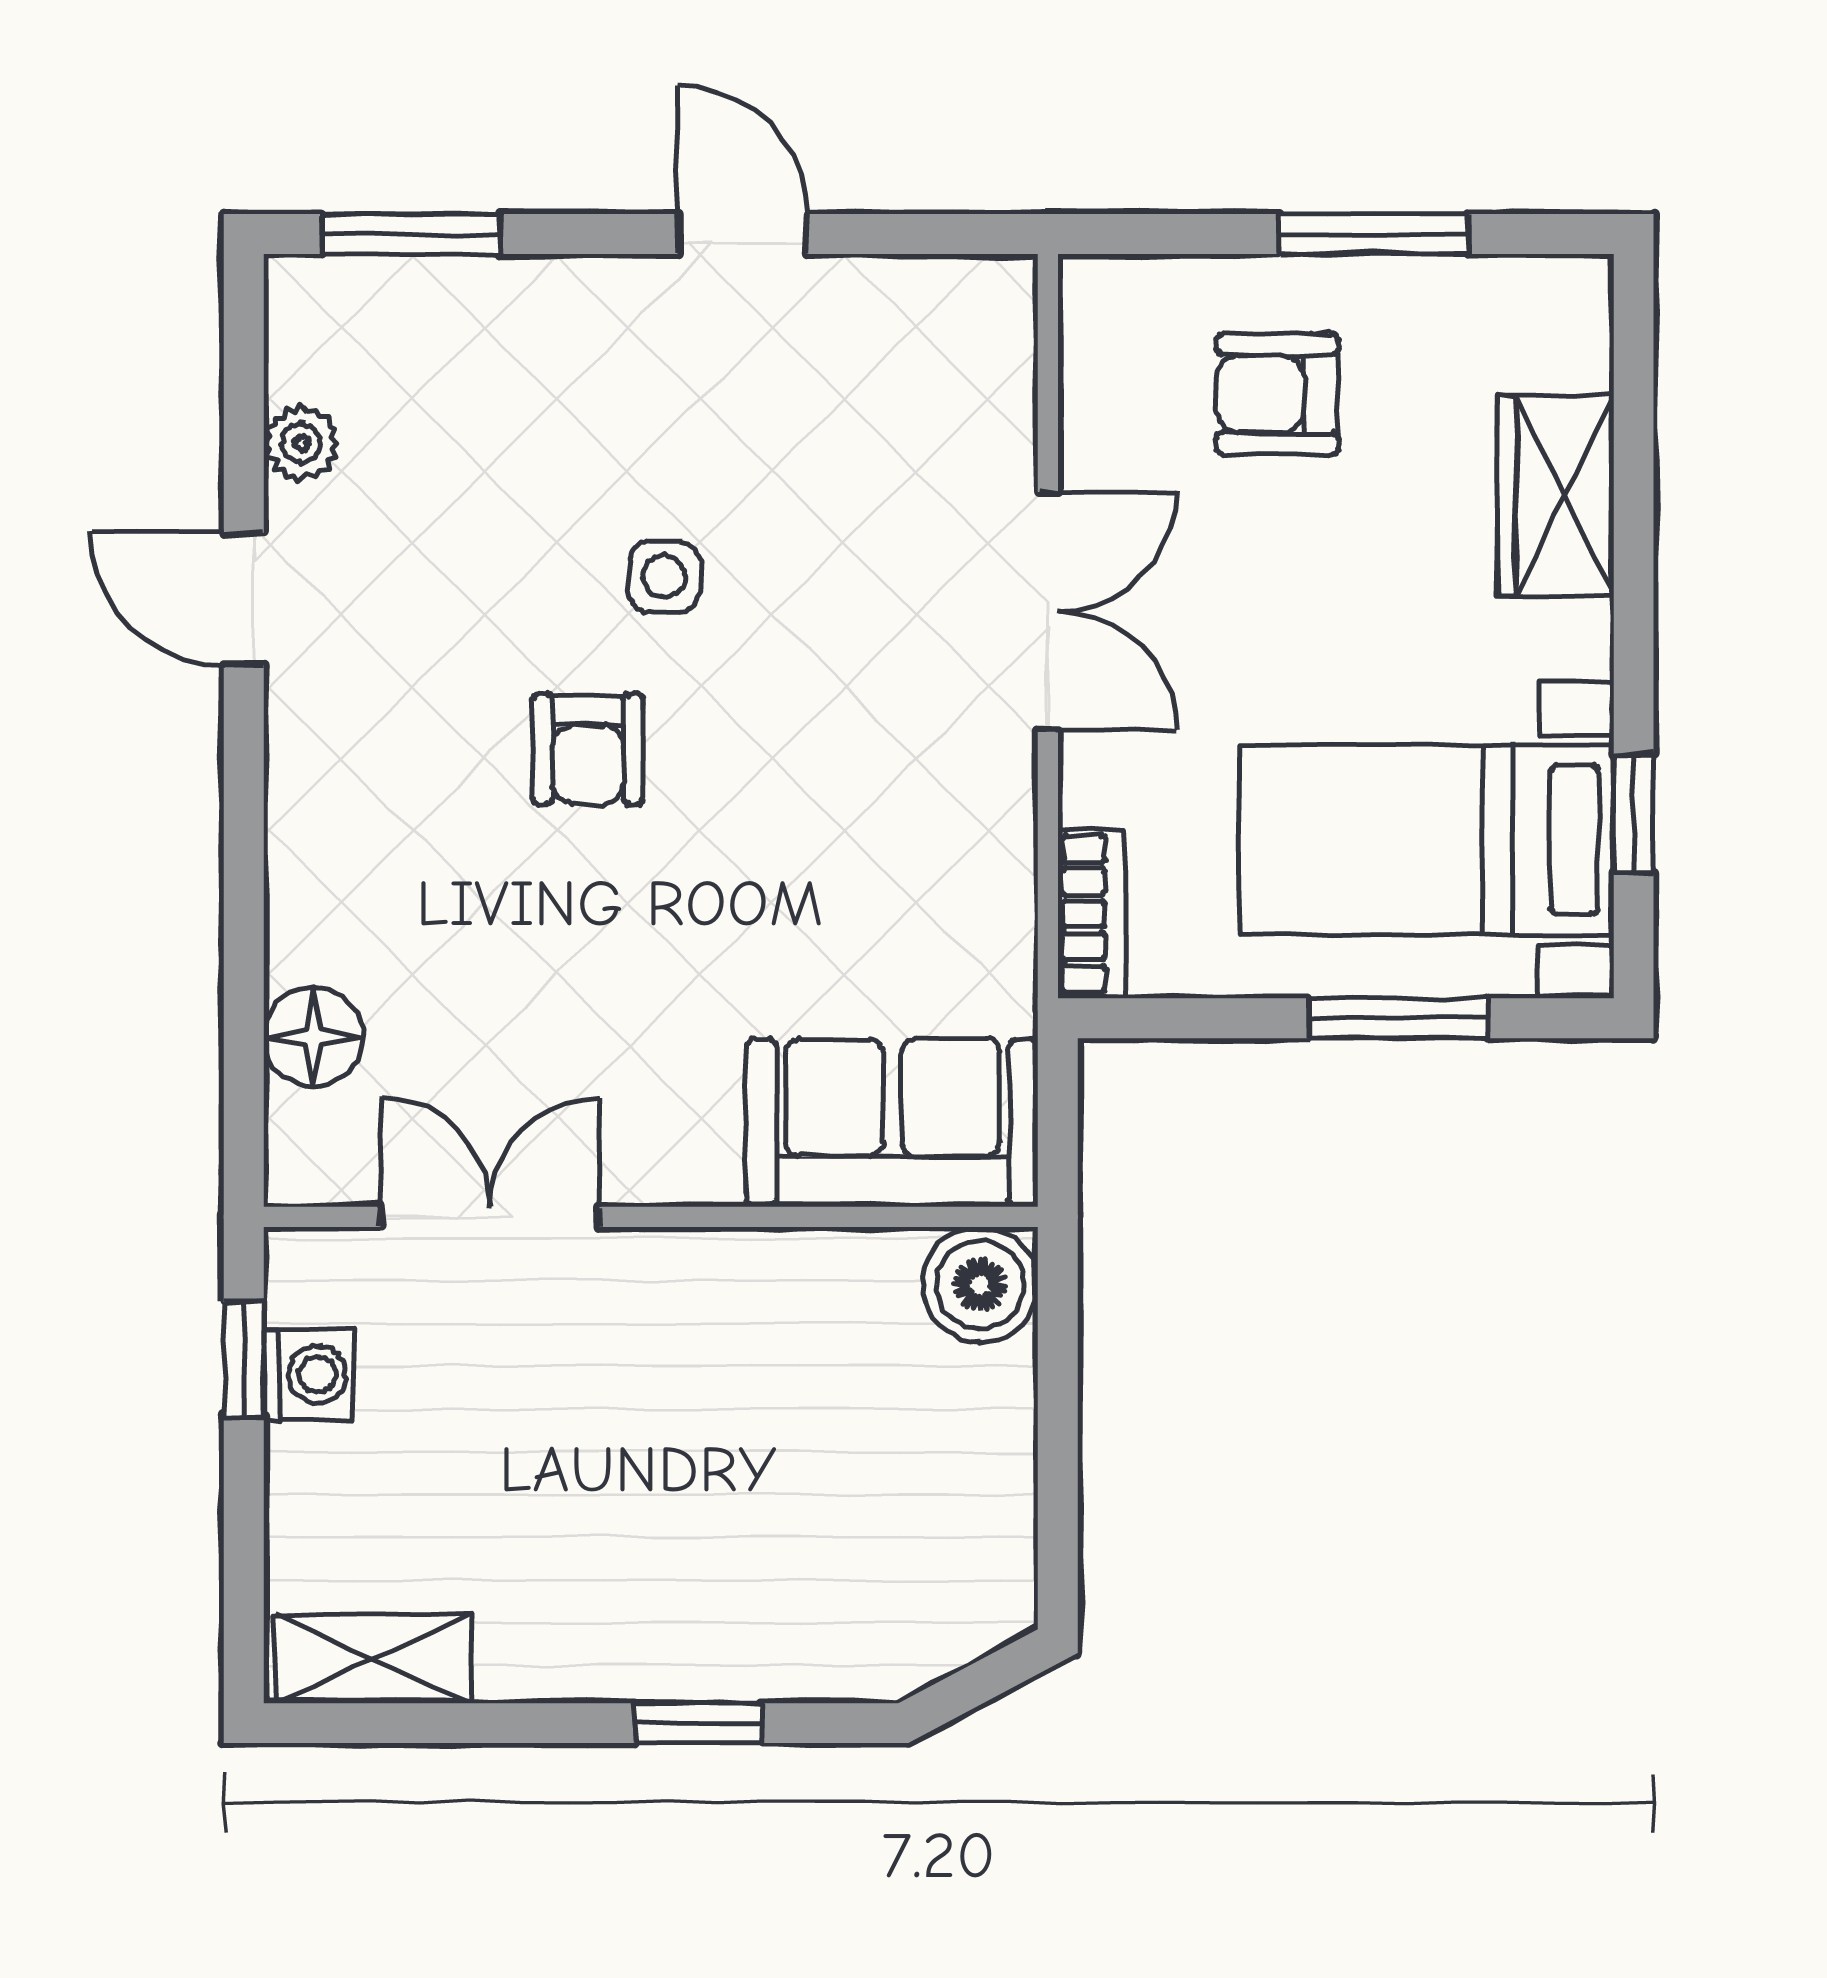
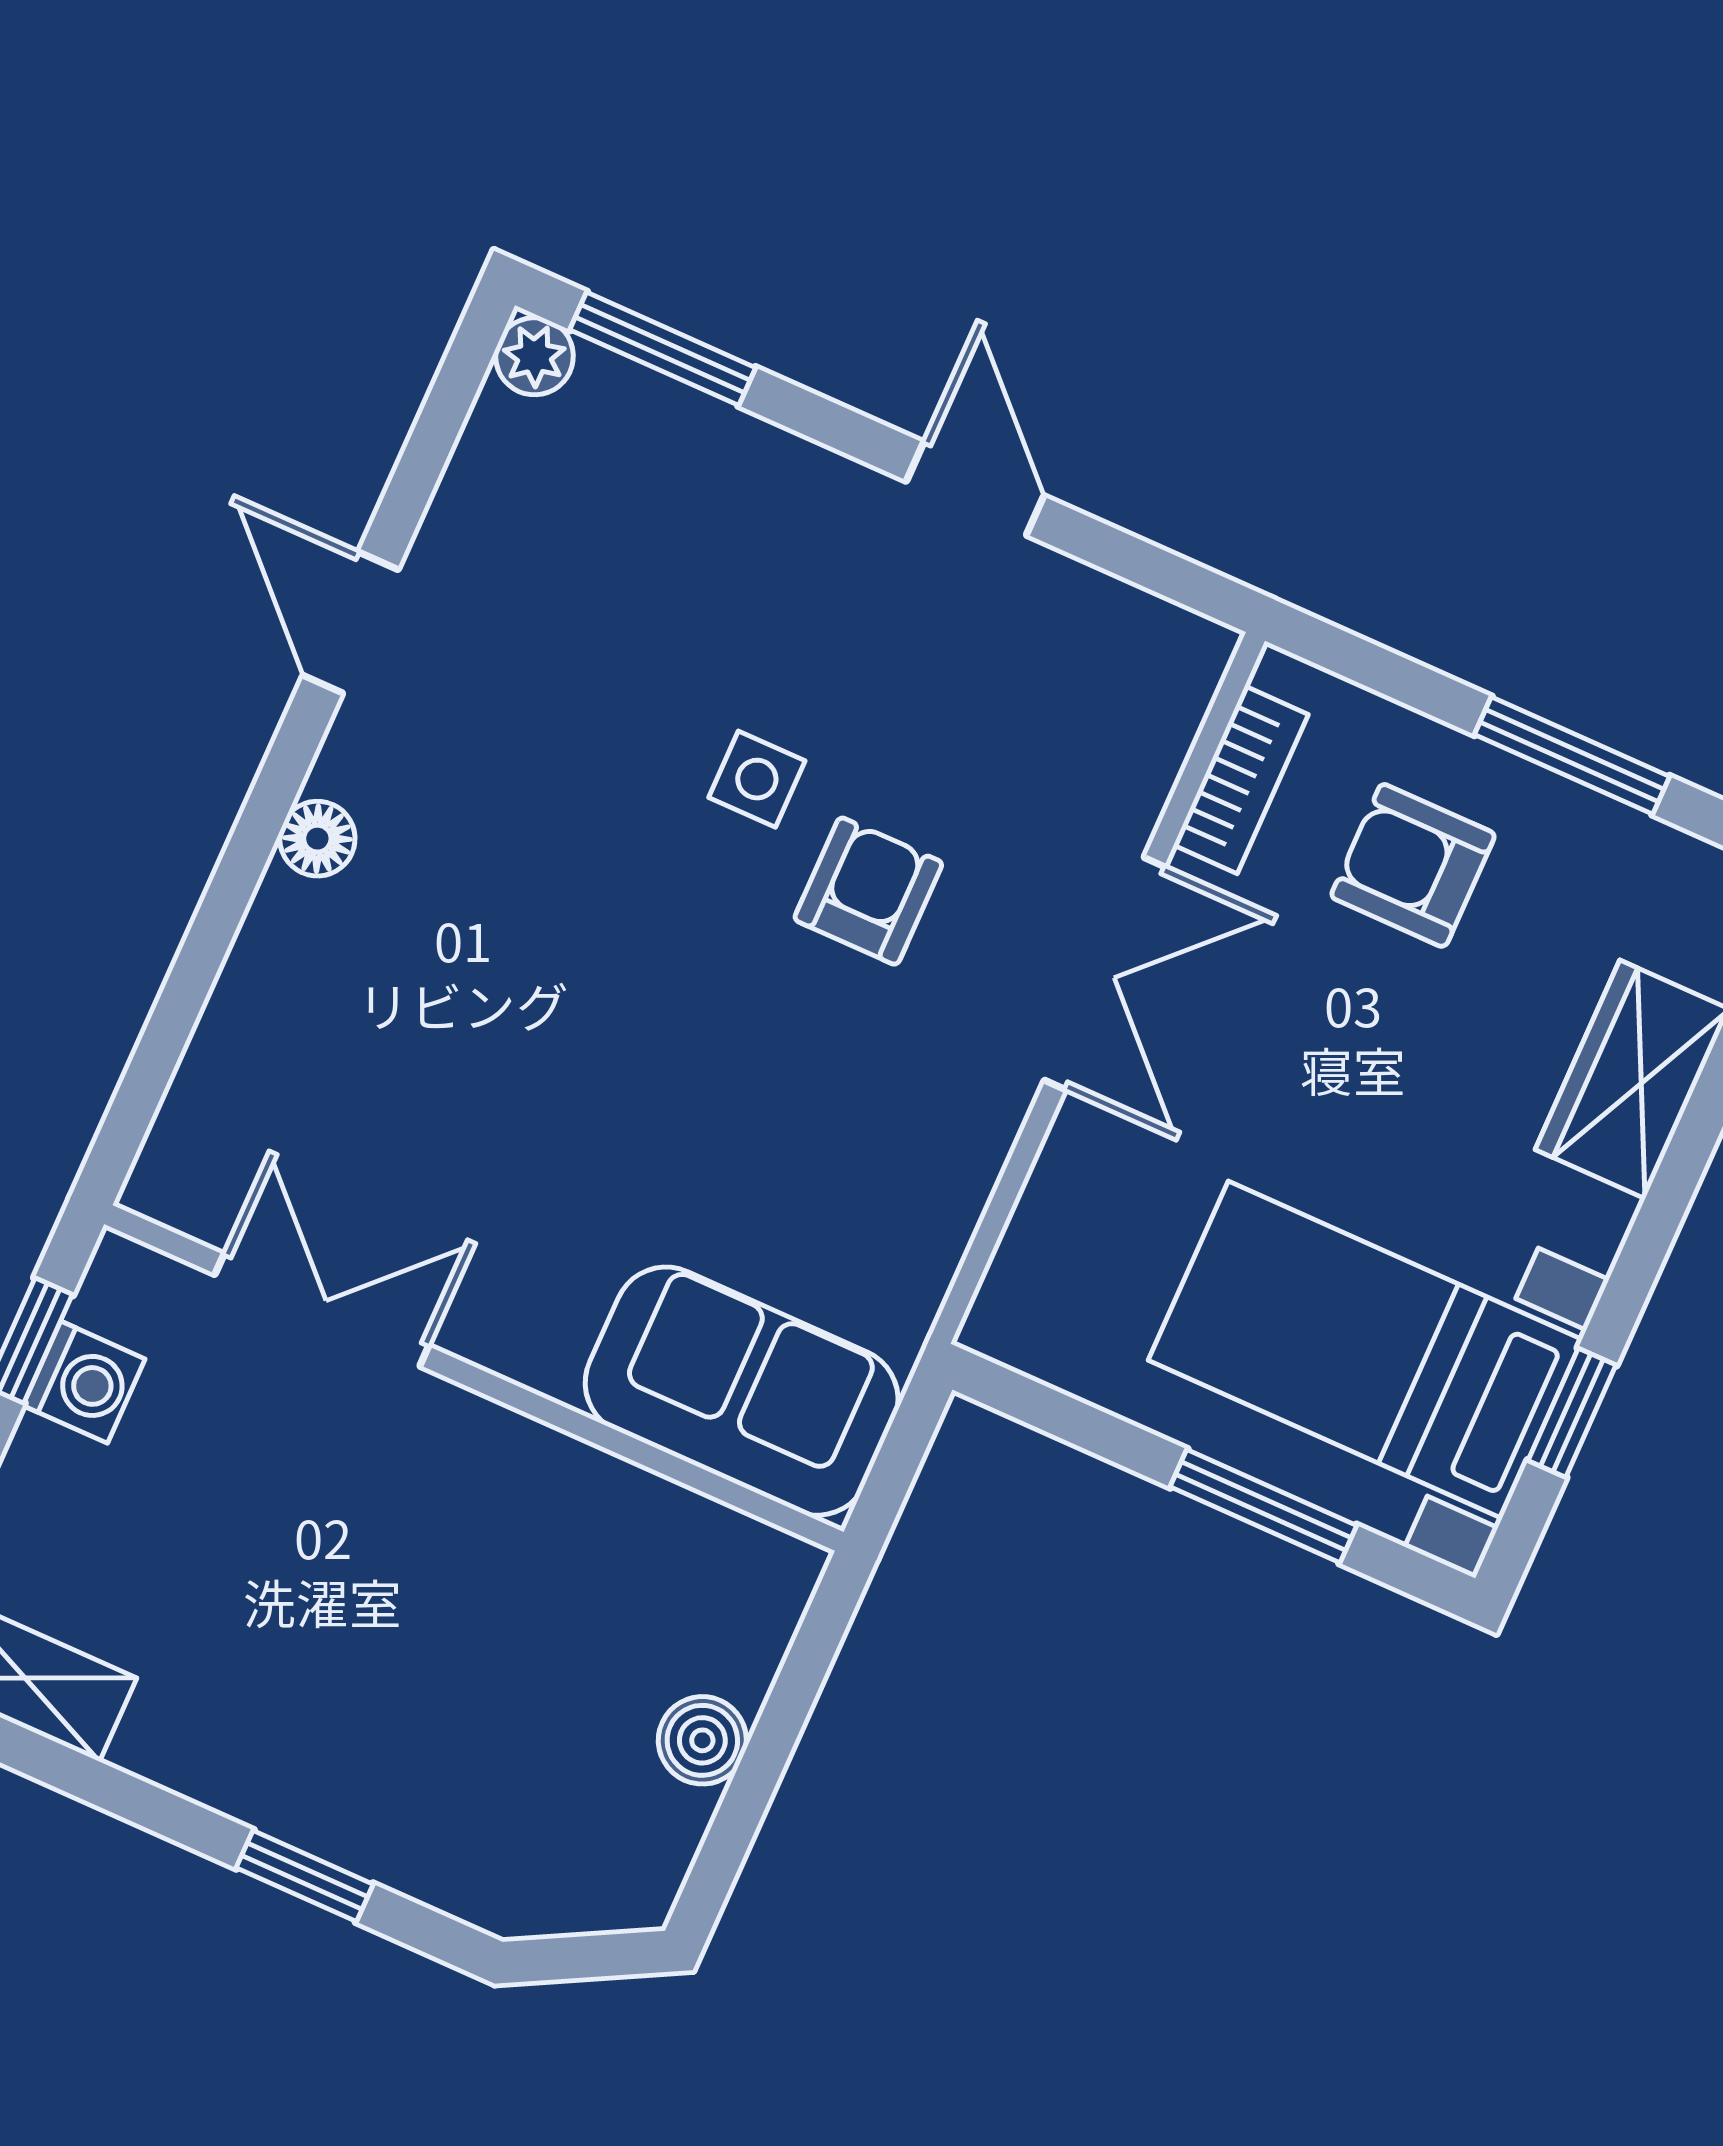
plant: (301, 443) -> (534, 356), moved
armchair: (588, 749) -> (868, 891), moved, turned 180
bookcase: (1092, 914) -> (1241, 780), moved
floor lamp: (313, 1037) -> (317, 839), moved, width x0.73, depth x0.73
boiler: (980, 1285) -> (702, 1740), moved, width x0.73, depth x0.73

